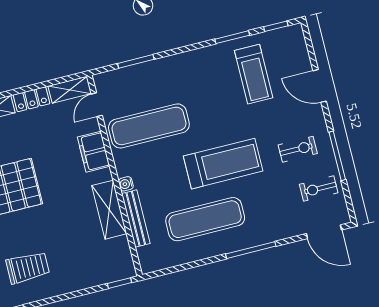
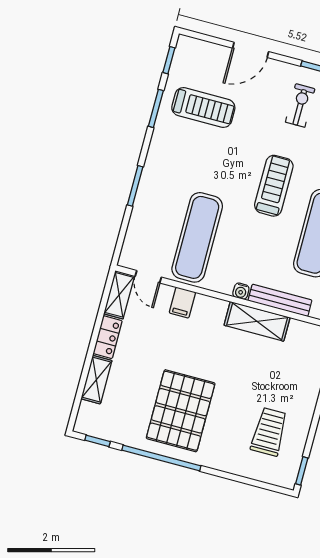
window: (136, 61) -> (135, 186), moved
filing cabinet: (94, 152) -> (182, 303), width x0.50
treadmill: (223, 164) -> (274, 186), width x0.73, depth x0.73

